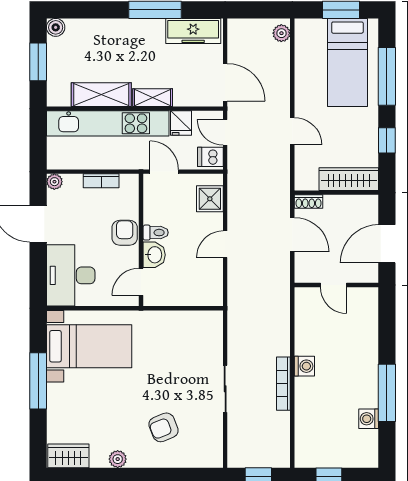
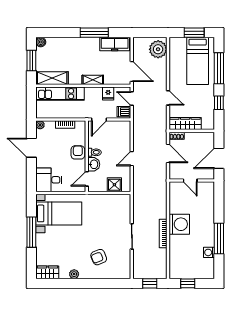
plant: (281, 33) -> (158, 49), width x1.88, depth x1.88
shelving: (101, 95) -> (52, 78), moved
kitchen unit: (108, 123) -> (60, 94), width x0.73
door: (164, 172) -> (99, 120), swing flipped
wardrobe: (349, 179) -> (185, 124), moved
shower: (210, 199) -> (114, 185), moved
desk: (71, 275) -> (49, 180), width x0.73
washing machine: (304, 366) -> (179, 224), width x1.89, depth x1.89

